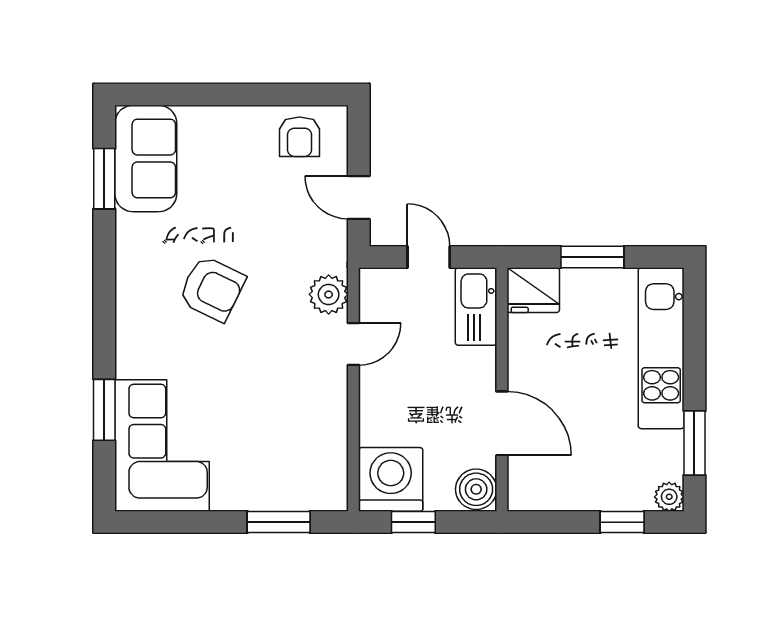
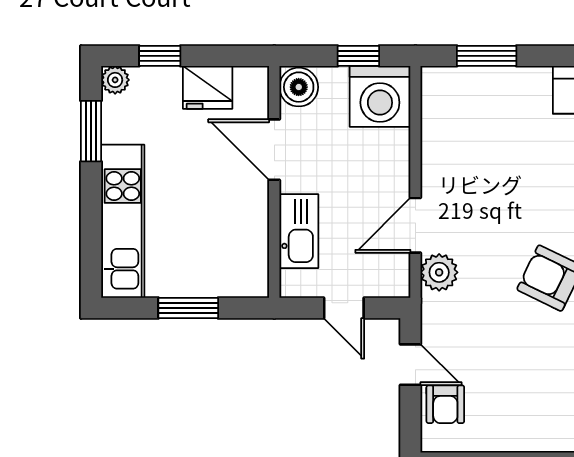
armchair: (300, 137) -> (445, 404), moved, turned 180
fridge: (533, 290) -> (208, 87), moved, turned 180
kitchen sink: (476, 307) -> (299, 231), moved
door: (353, 344) -> (415, 225), width x1.38

